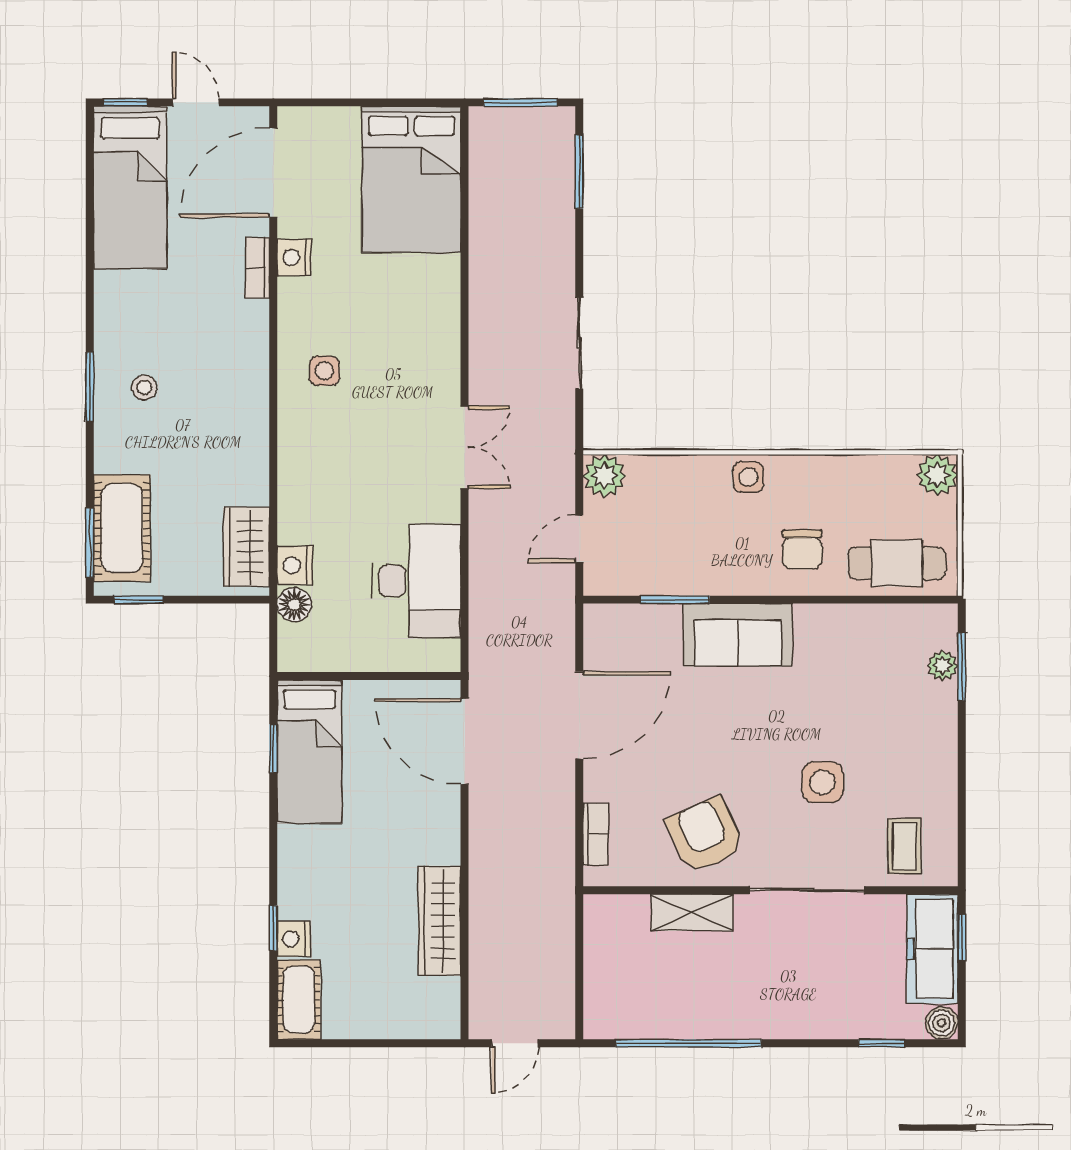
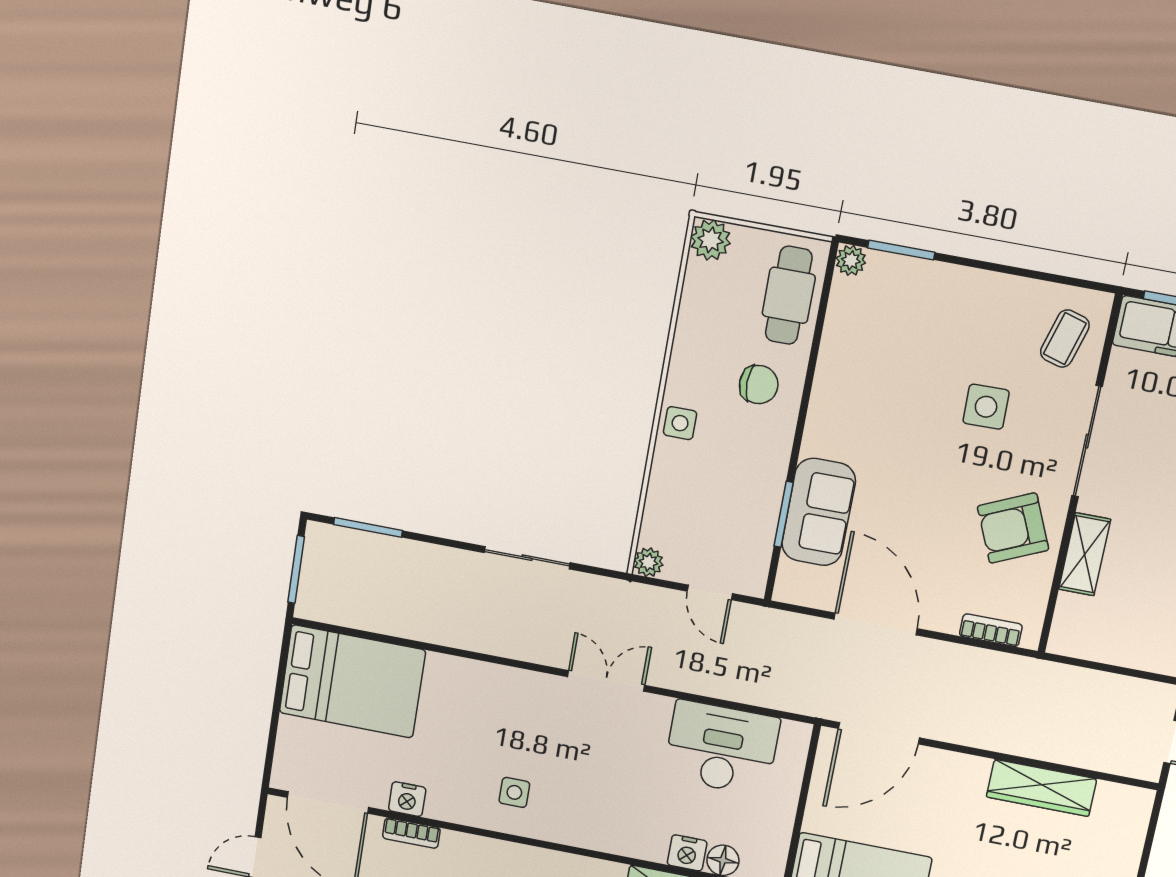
plant: (604, 476) -> (648, 562), width x0.73, depth x0.73
sofa: (738, 635) -> (819, 512), moved
plant: (943, 666) -> (851, 260), moved
coffee table: (905, 846) -> (1065, 339), turned -74

